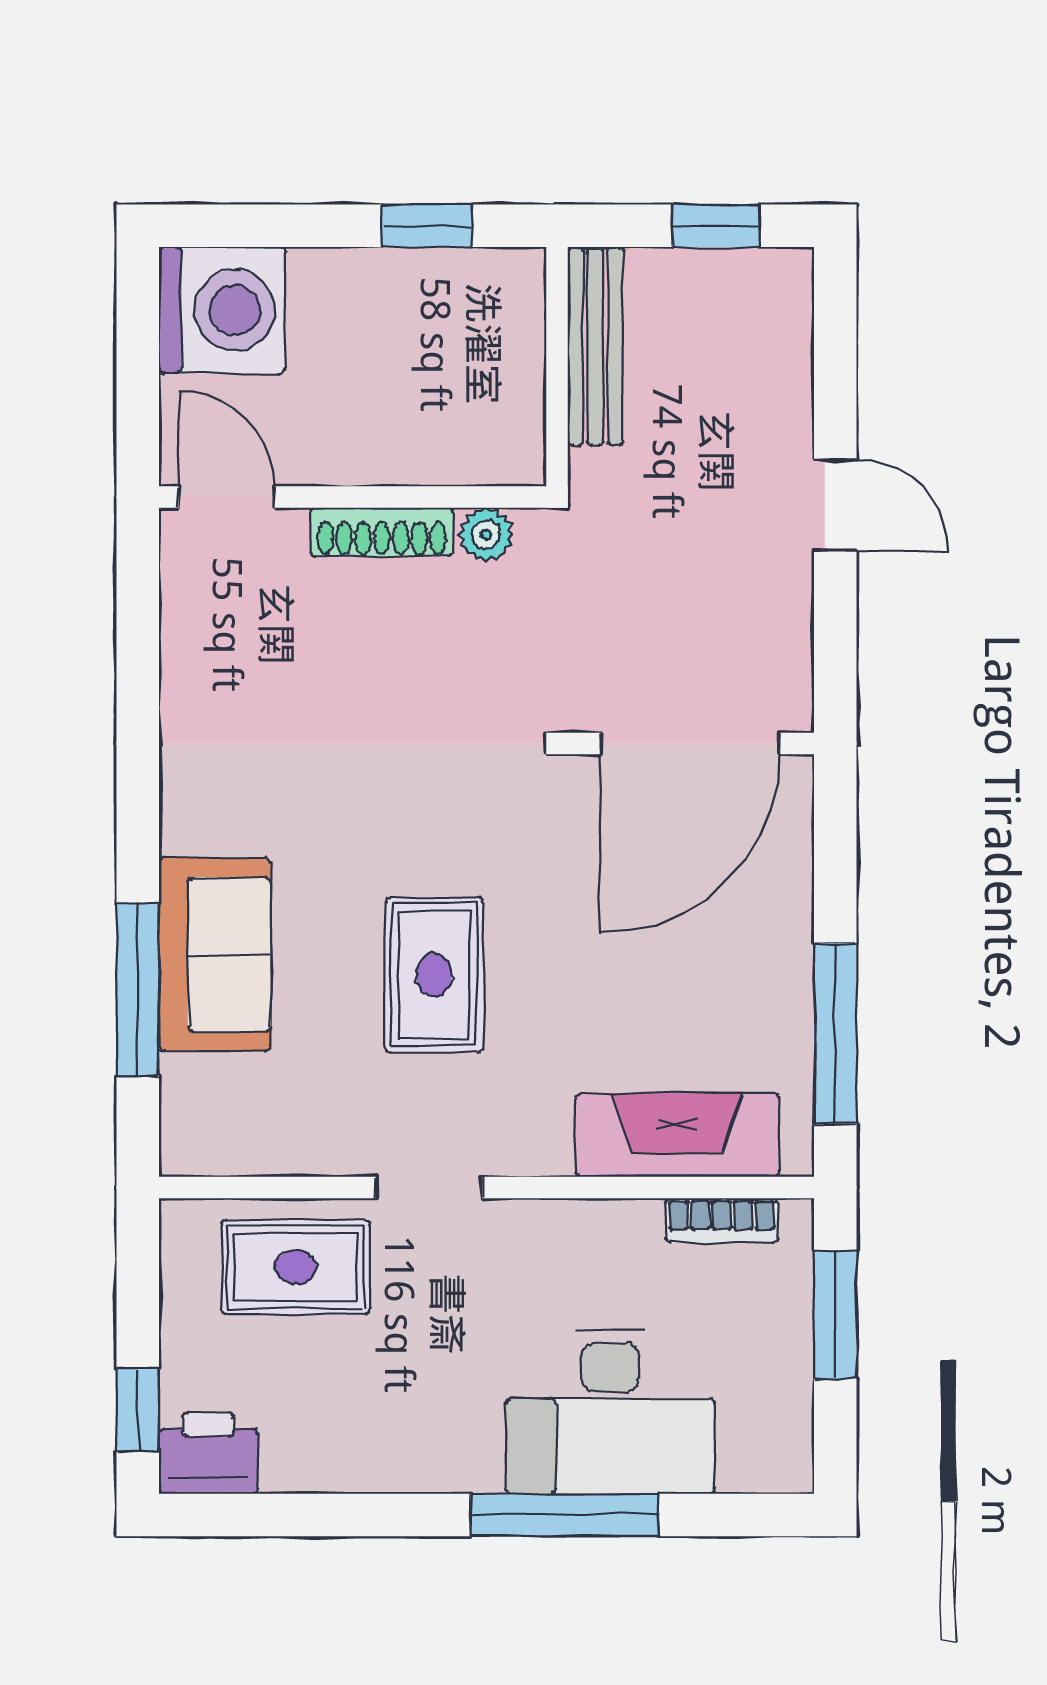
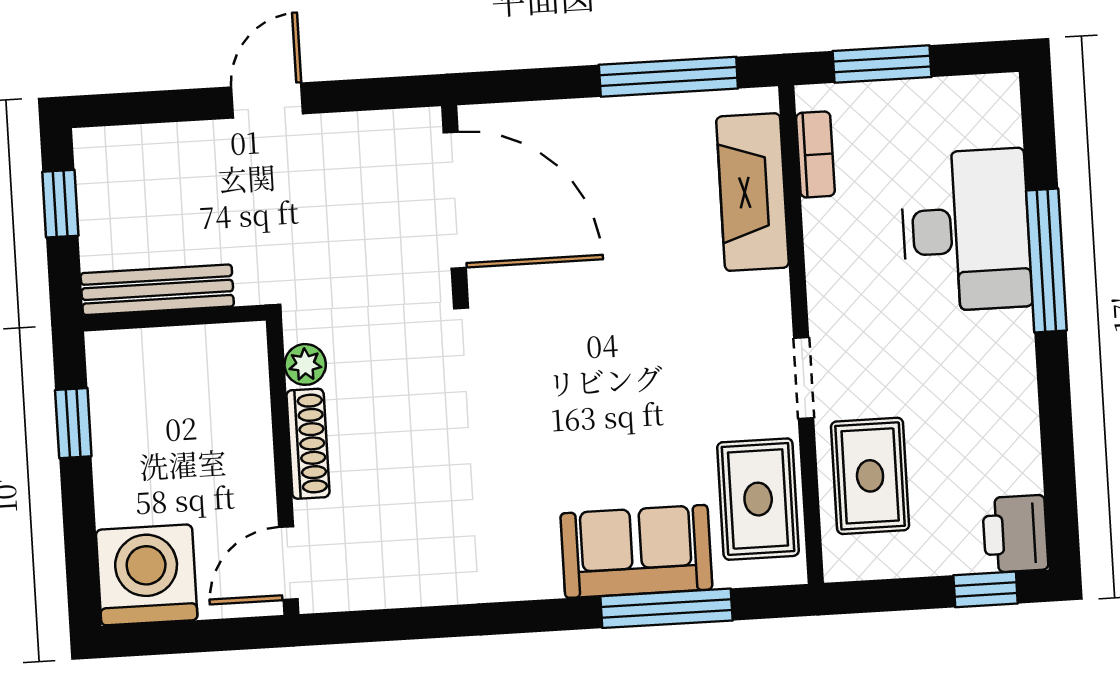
rug: (434, 975) -> (758, 499), moved, turned 90

